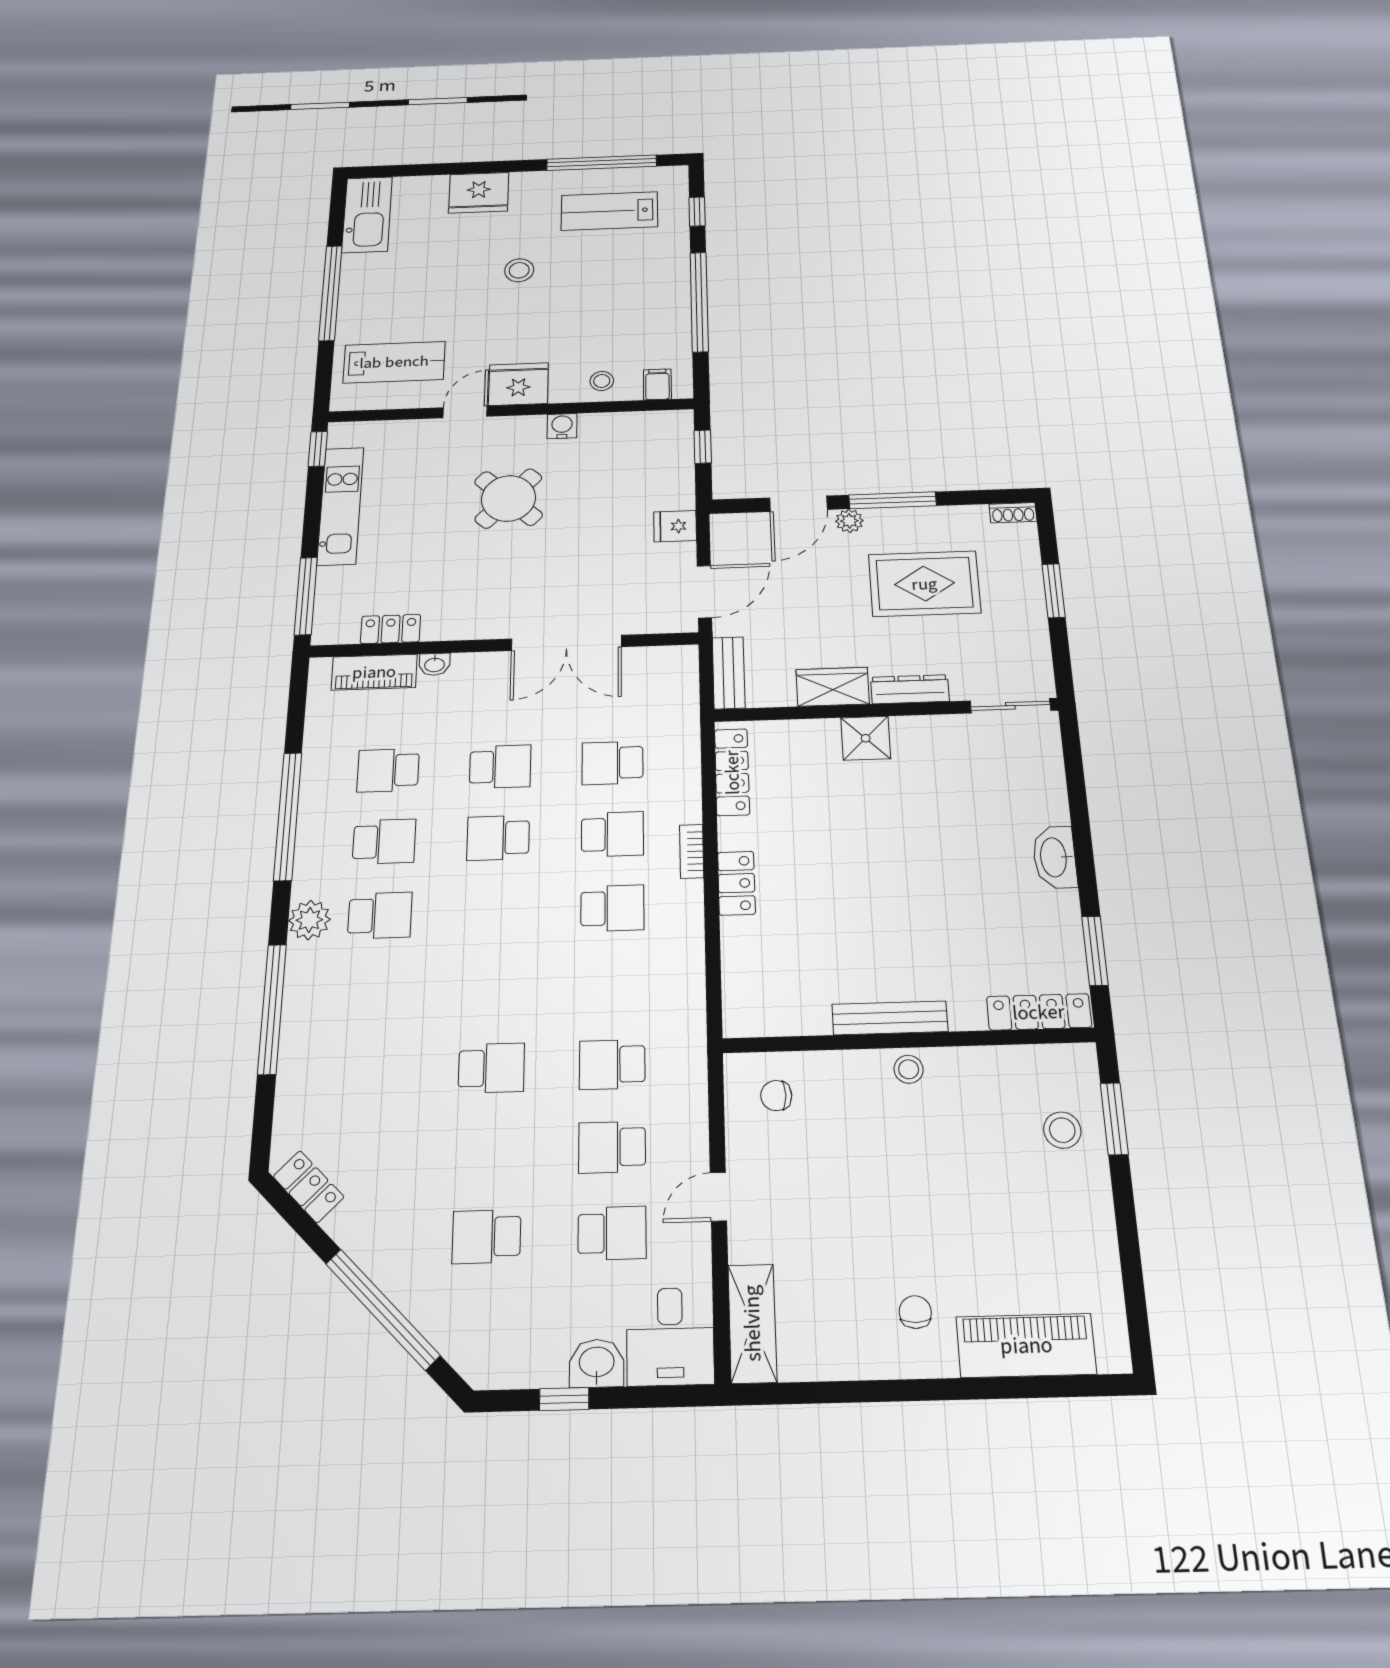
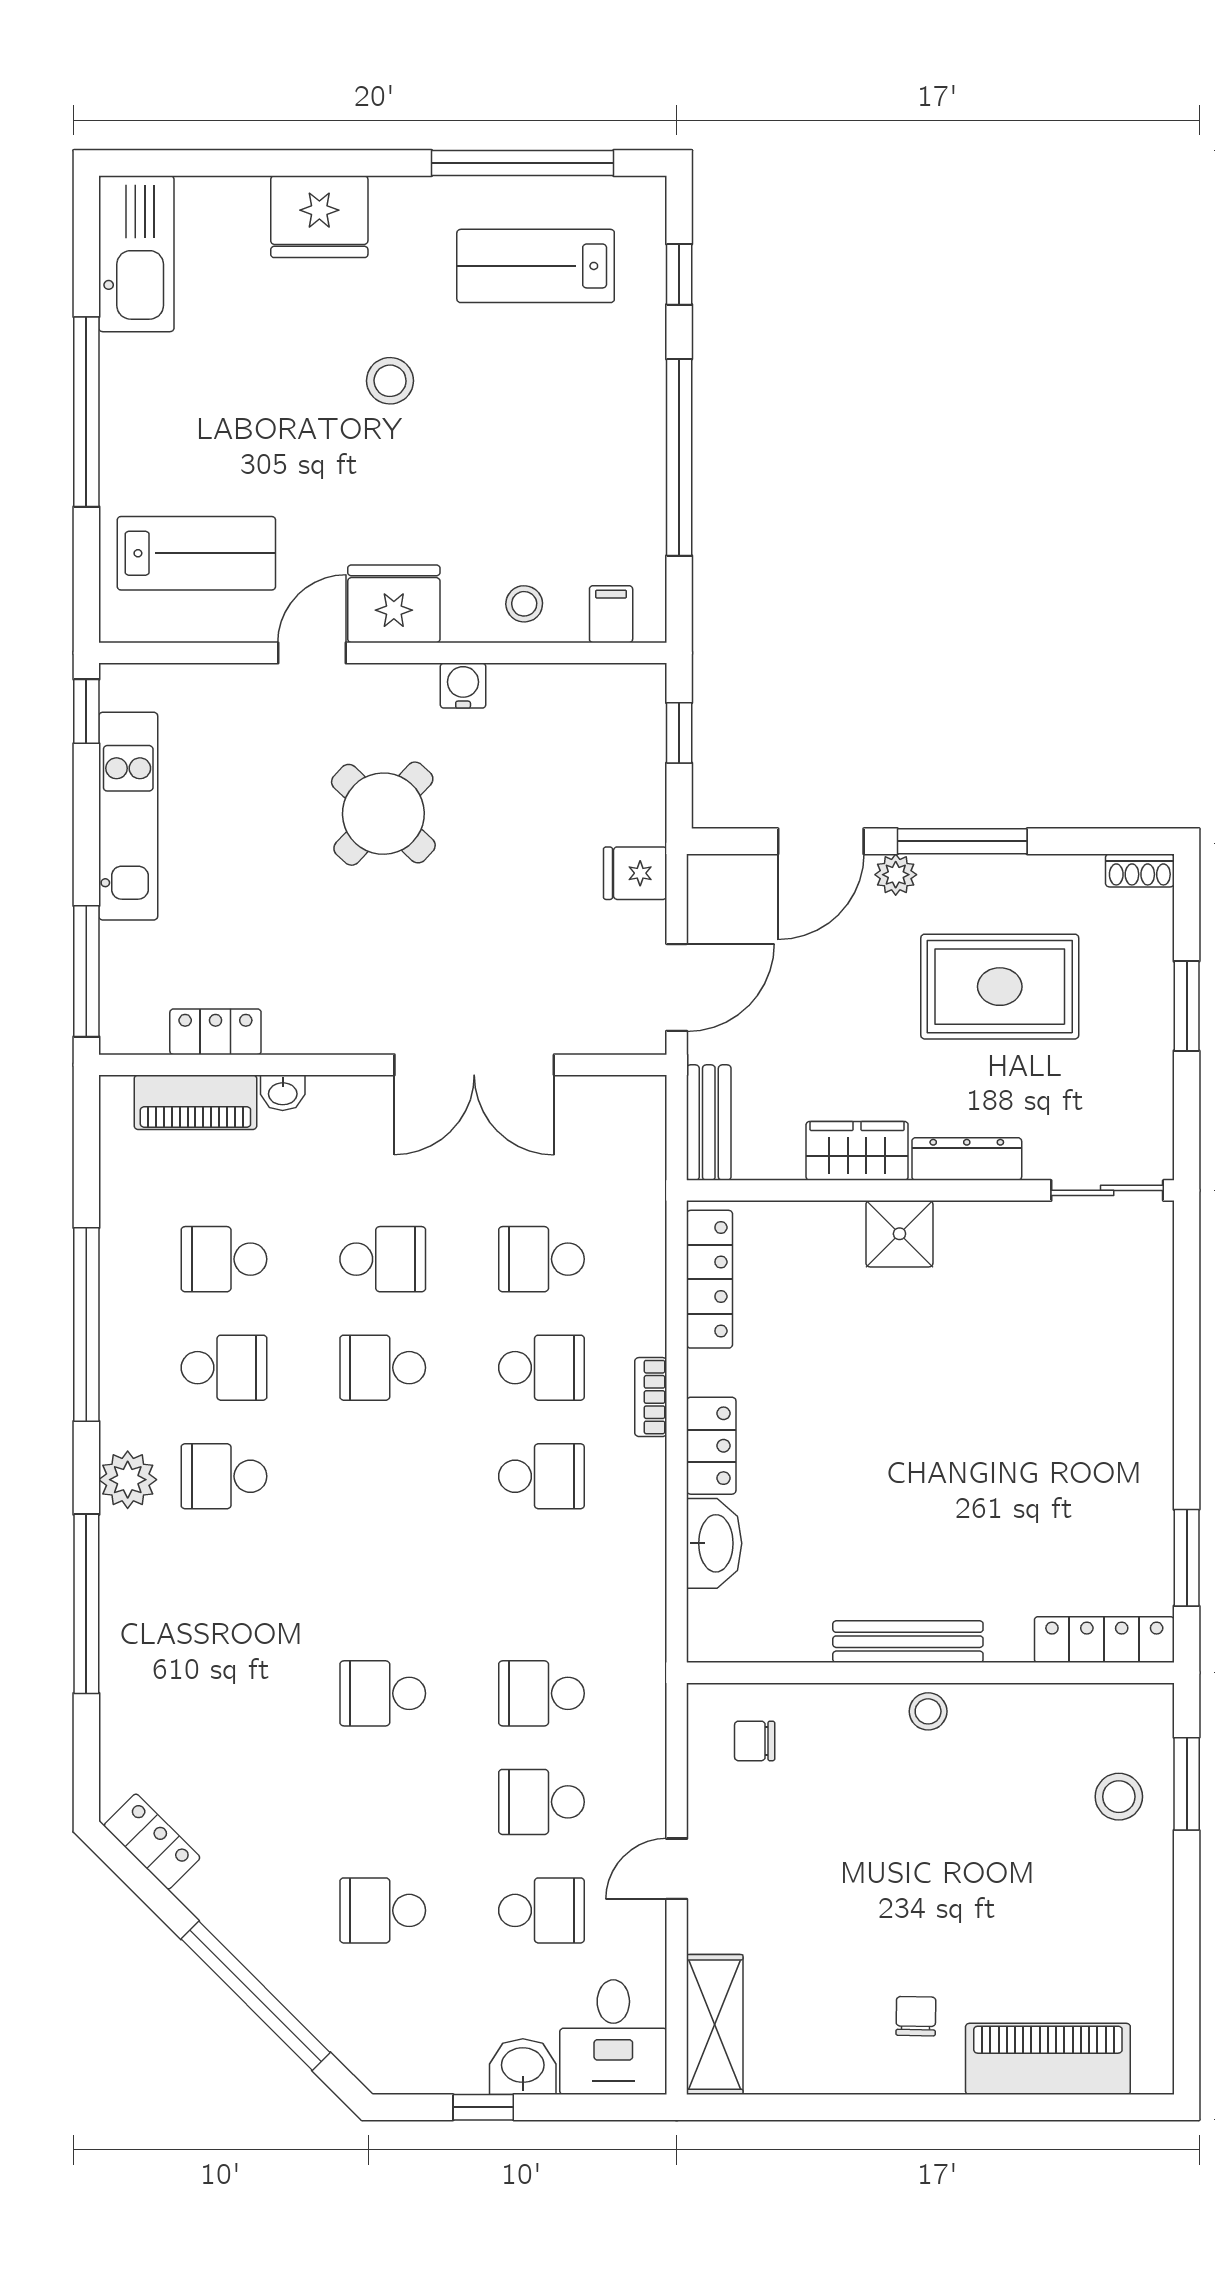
washbasin: (1055, 857) -> (714, 1543), moved, turned 180
school desk: (380, 915) -> (224, 1476), turned 180
school desk: (491, 1068) -> (383, 1693), turned 180

